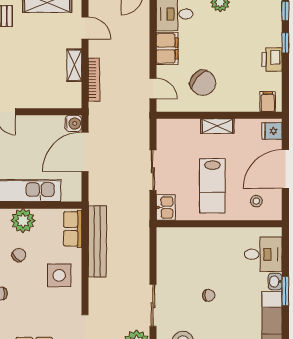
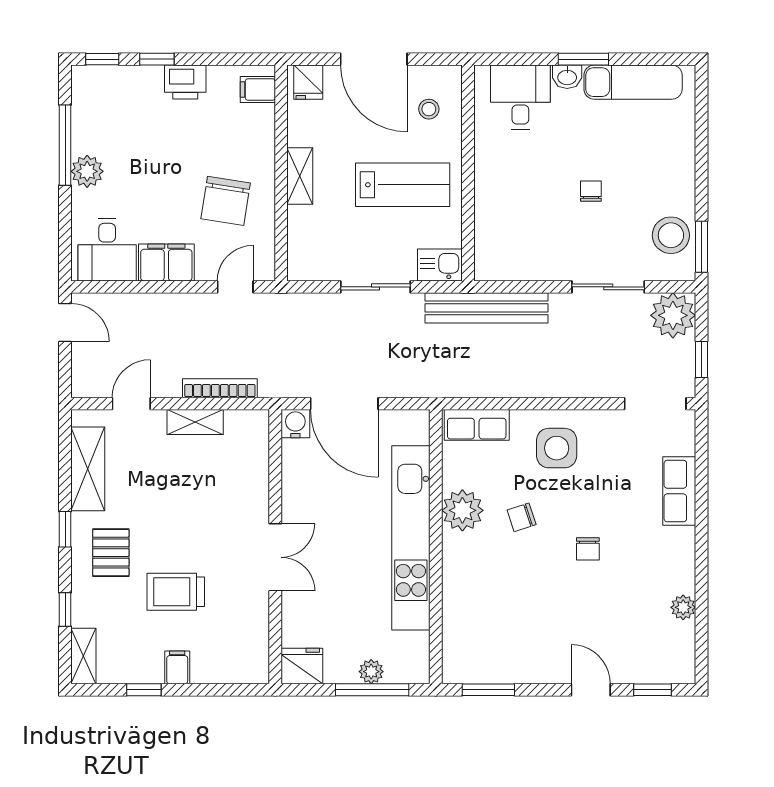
chair: (203, 83) -> (226, 201), turned 149
bench: (97, 241) -> (486, 308), moved
chair: (19, 255) -> (522, 517), turned -65

